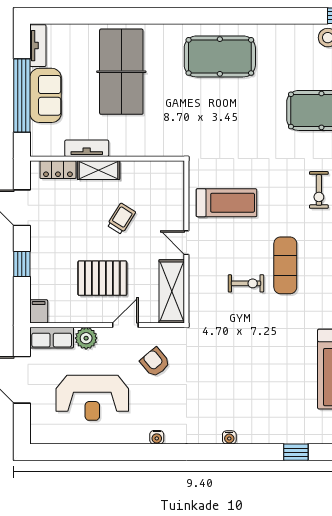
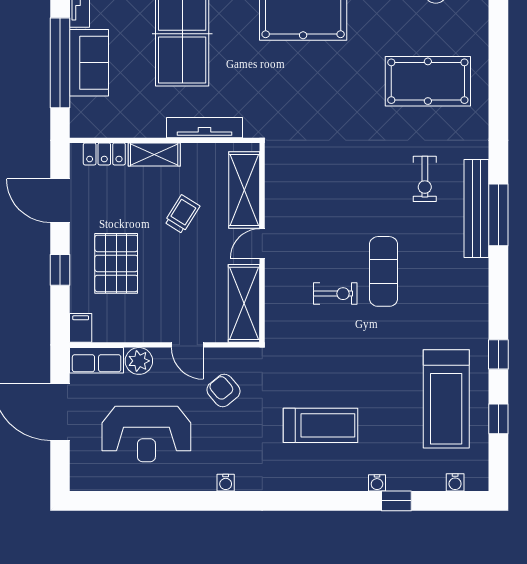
tv unit: (87, 148) -> (204, 128), moved, width x1.41
shelving: (172, 199) -> (244, 190), added
treadmill: (227, 203) -> (320, 425), moved
door: (186, 243) -> (262, 244), hinge flipped
pallet: (102, 278) -> (116, 263), moved, turned 90
door: (125, 325) -> (187, 345), swing flipped
water cooler: (229, 437) -> (377, 483), moved

